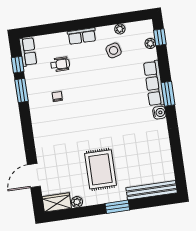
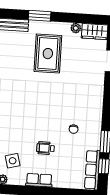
row of seats: (28, 52) -> (92, 170), width x1.48
wheelchair: (60, 64) -> (45, 148), moved

